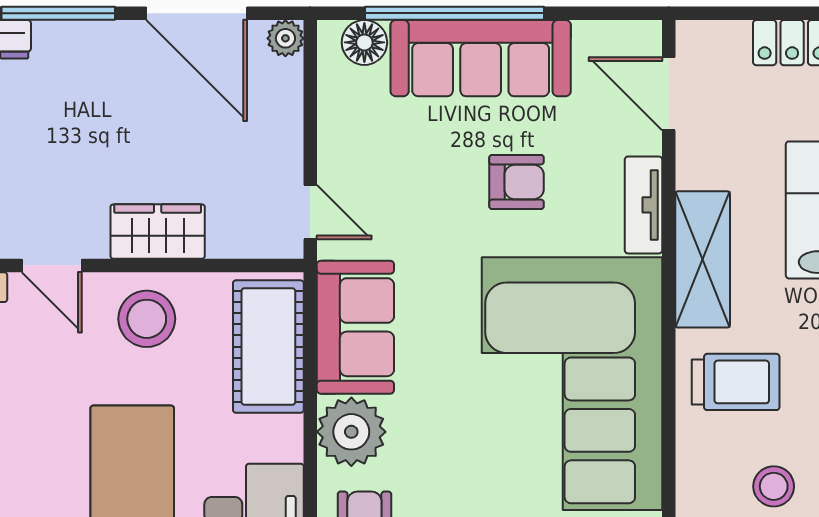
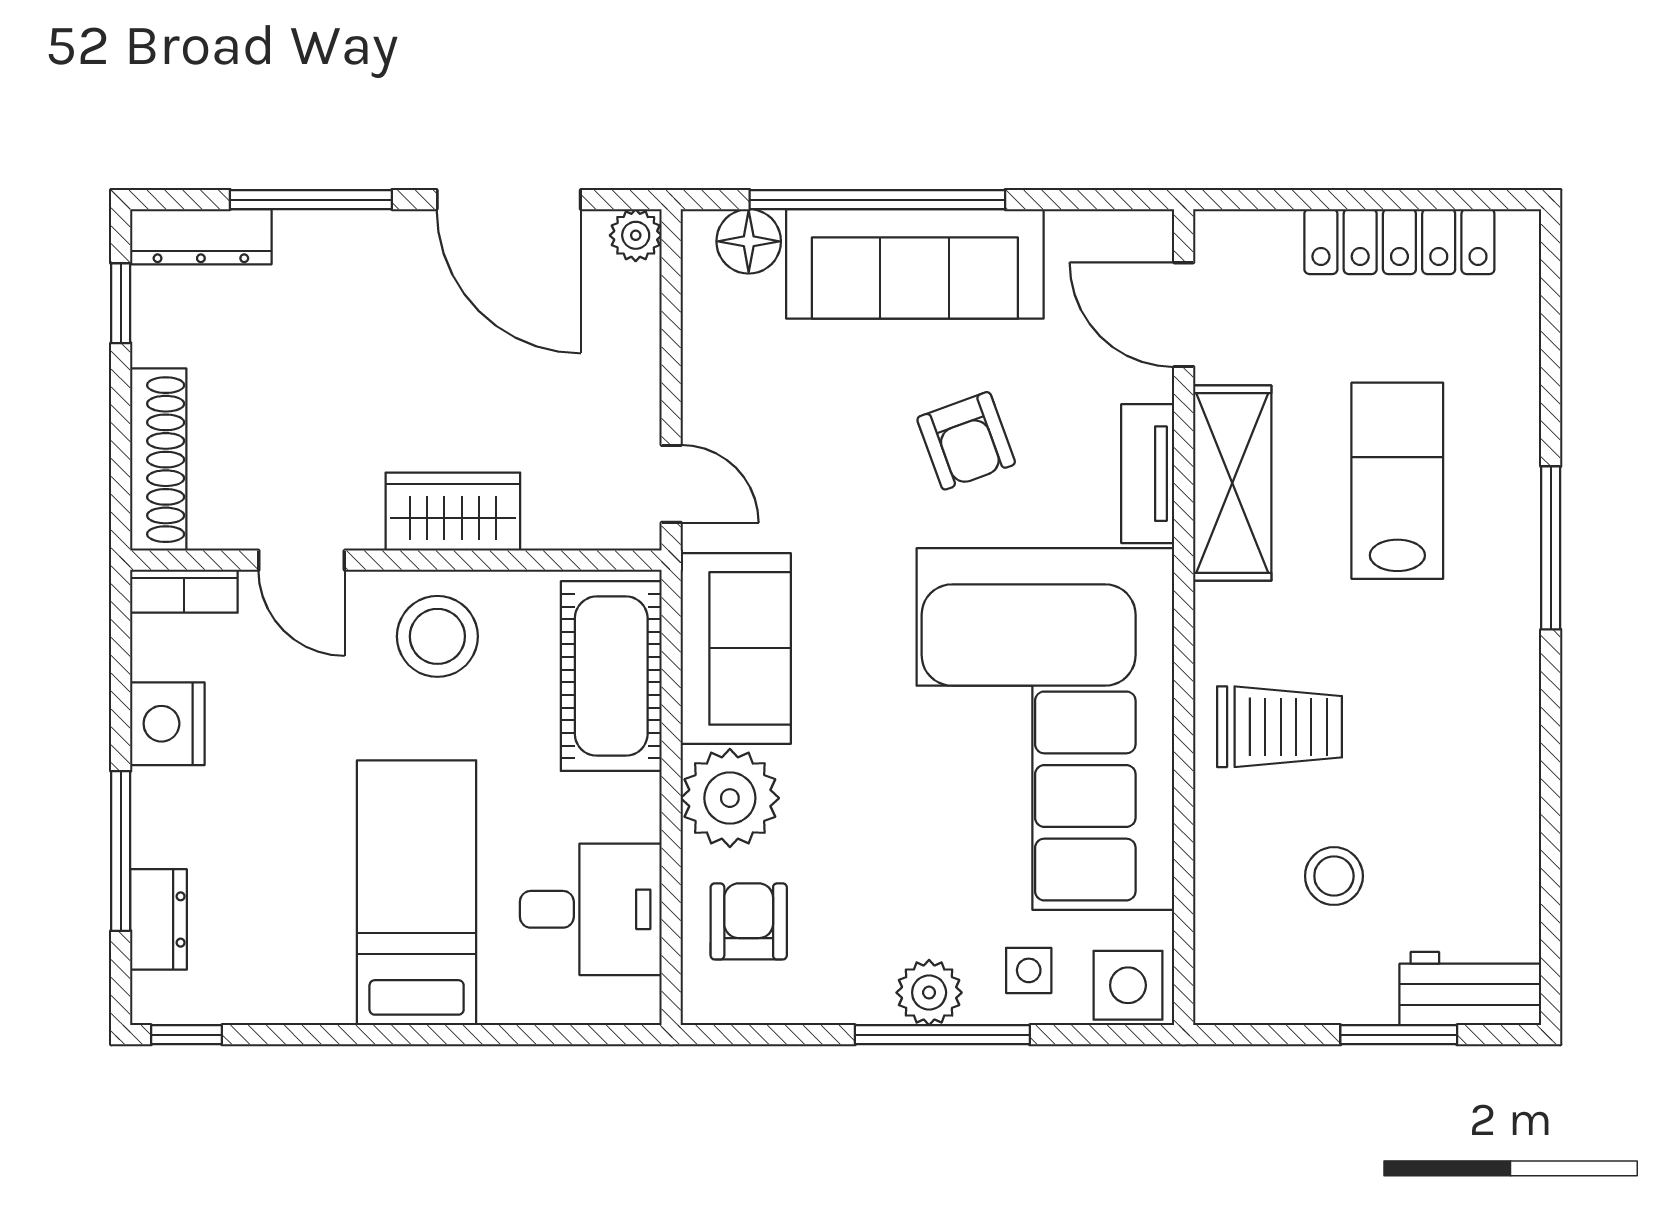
armchair: (517, 182) -> (966, 441), turned 70
shelving: (703, 259) -> (1232, 483), moved

